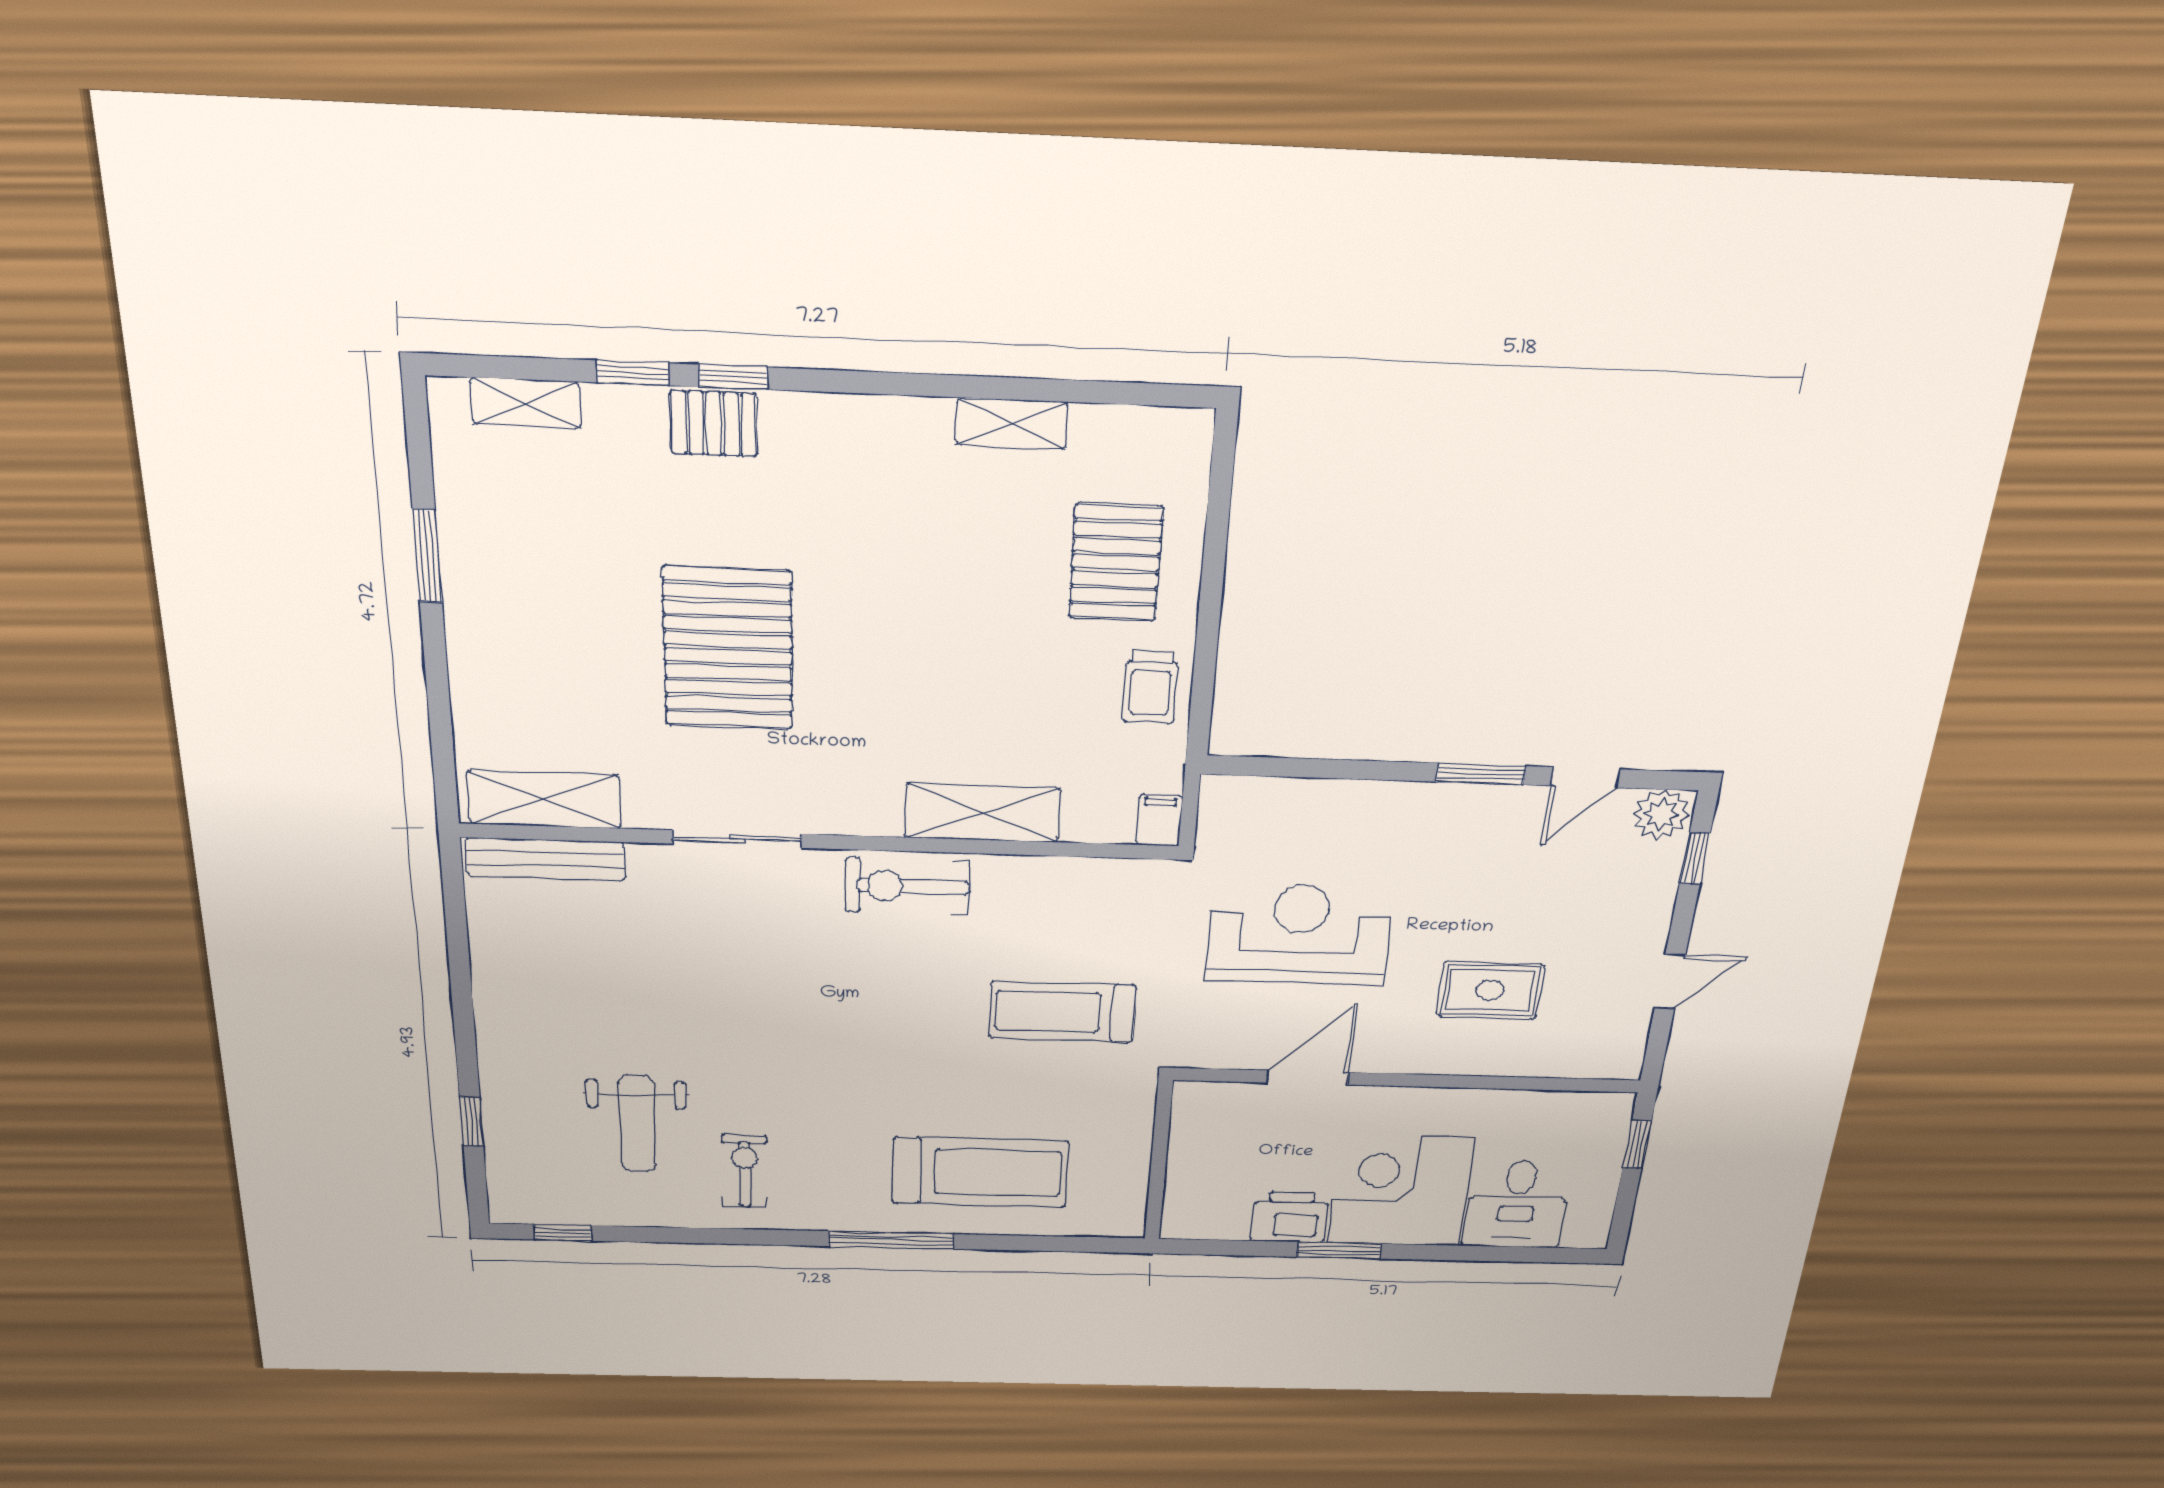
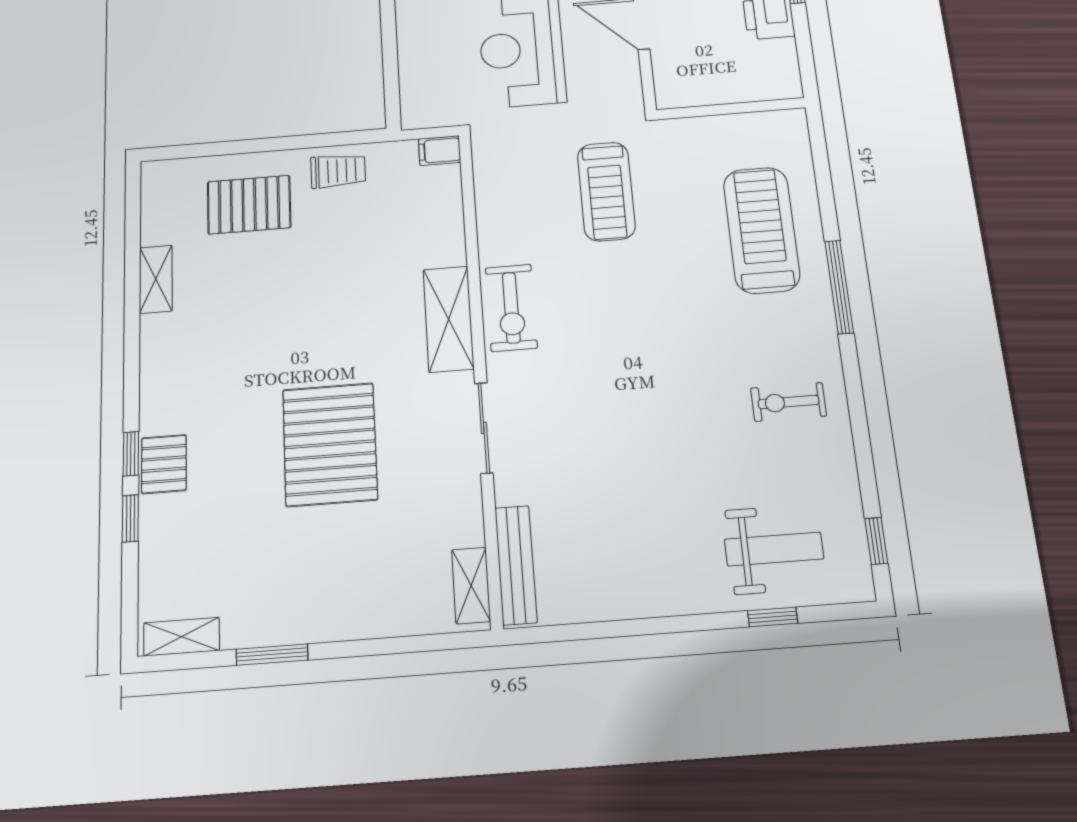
shelving: (526, 403) -> (182, 637), moved, turned 90
pallet: (728, 649) -> (330, 444), turned 90
shelving: (544, 800) -> (471, 585), width x0.67, depth x0.75
shelving: (982, 813) -> (448, 319), moved
weight bench: (637, 1124) -> (774, 549), moved

